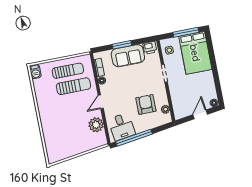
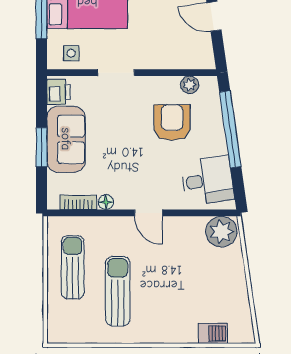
barbecue: (35, 71) -> (213, 333), moved
sun lounger: (73, 86) -> (118, 291), moved
armchair: (146, 104) -> (172, 122), turned 90
plant: (96, 125) -> (221, 232), moved
window: (134, 138) -> (230, 129), moved

